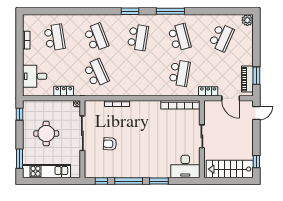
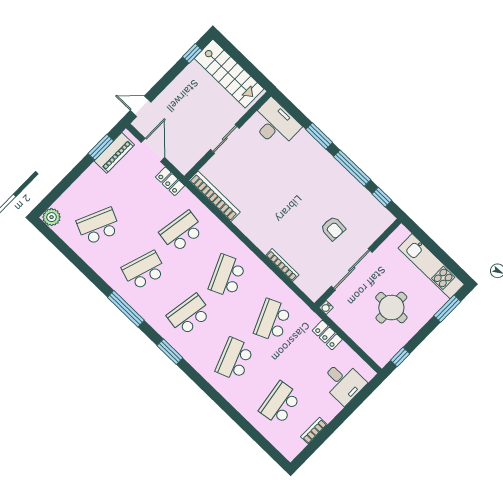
school desk: (180, 37) -> (144, 270), turned 33
school desk: (138, 73) -> (227, 276), added

